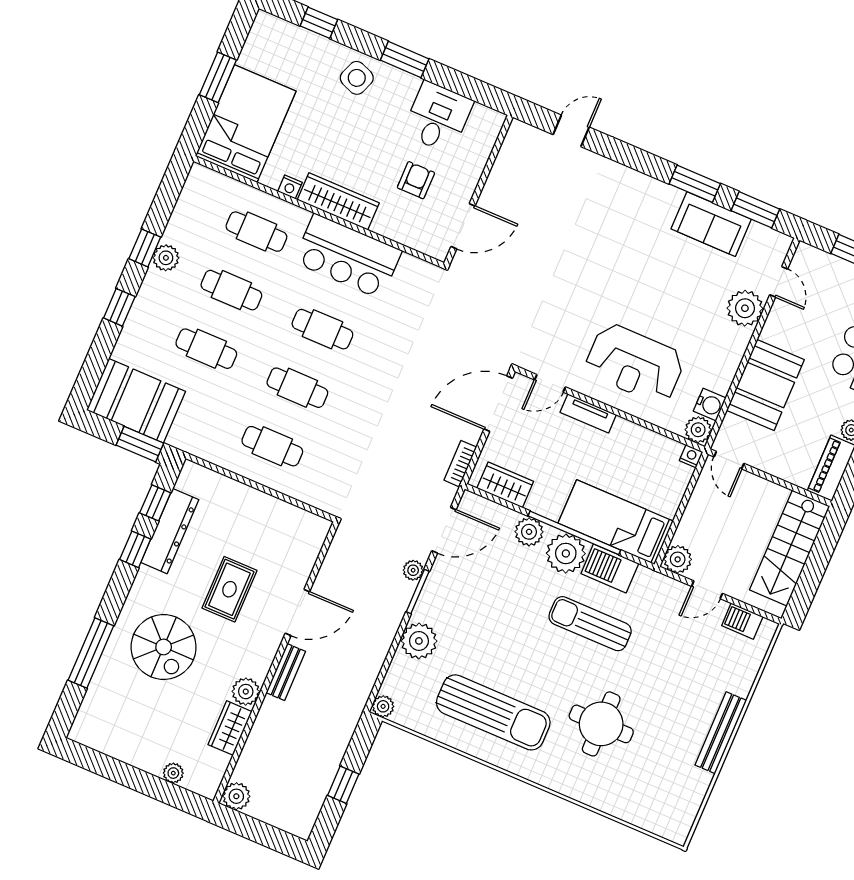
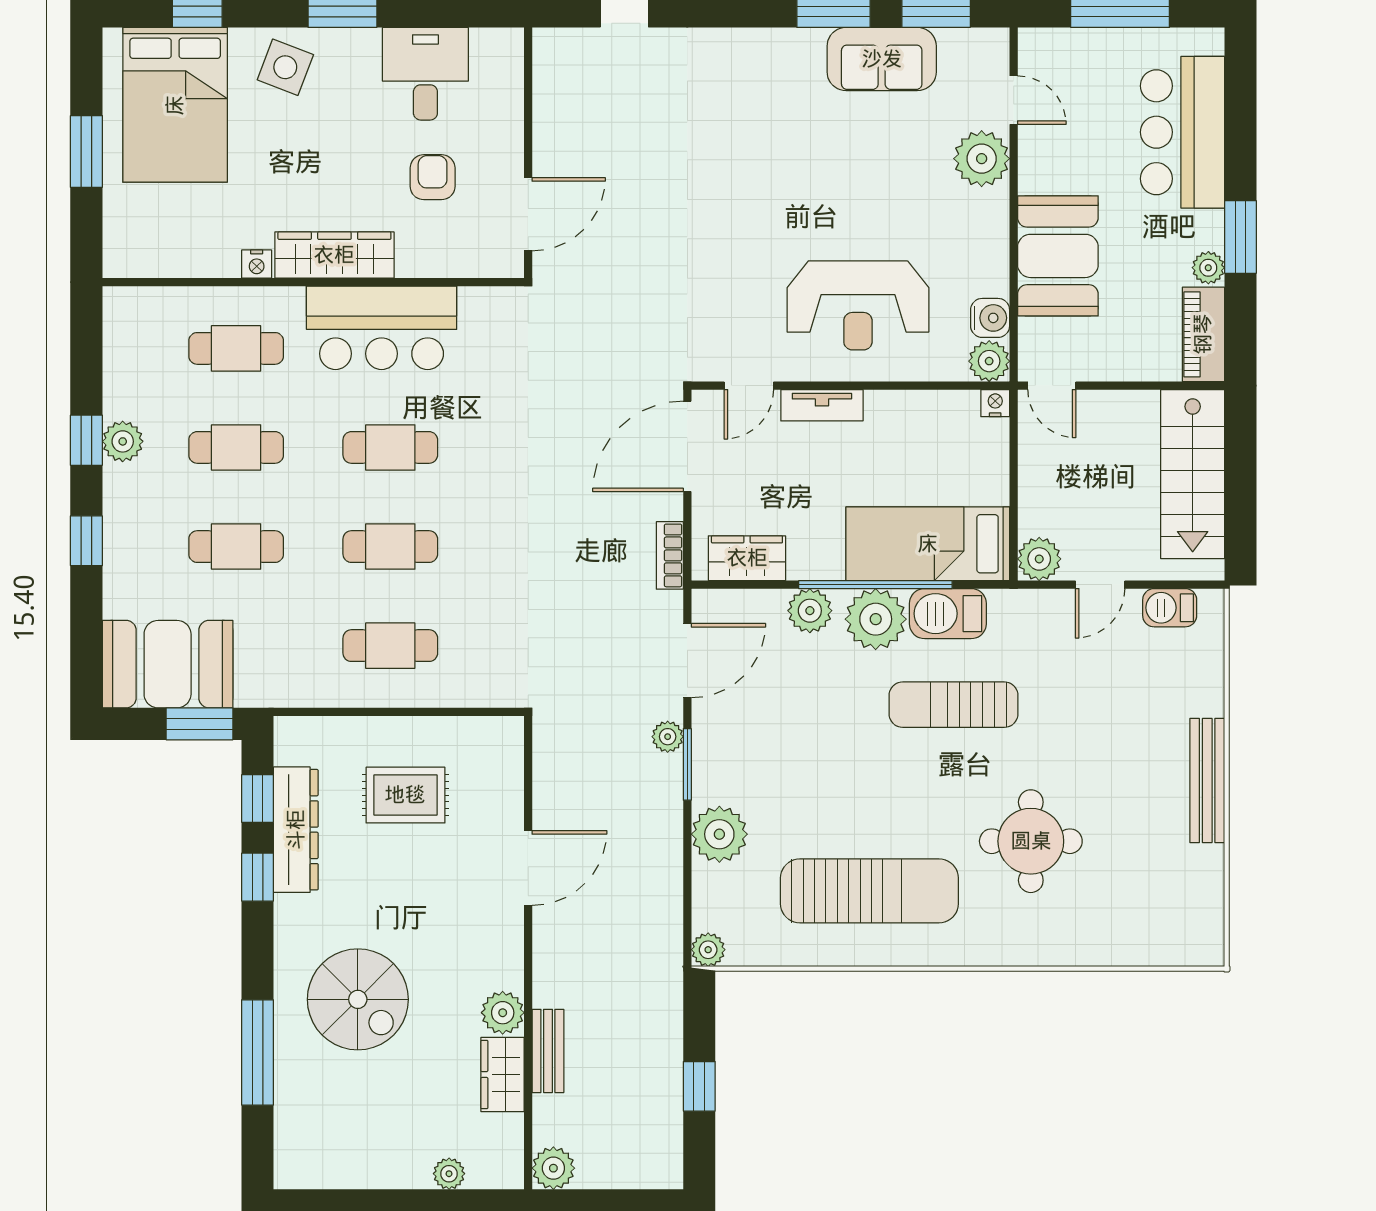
bed: (246, 124) -> (175, 105), moved, turned 180
rug: (229, 589) -> (405, 795), moved, turned 90
bench: (286, 672) -> (548, 1051), moved

